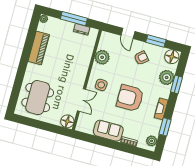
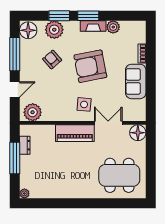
window: (156, 41) -> (15, 54), width x1.44
piano: (39, 48) -> (75, 133), moved, turned 180
plant: (102, 57) -> (33, 112), moved
armchair: (141, 58) -> (52, 60), moved
armchair: (130, 98) -> (90, 66), turned 79
window: (165, 127) -> (88, 16), moved
plant: (152, 141) -> (113, 27), moved

